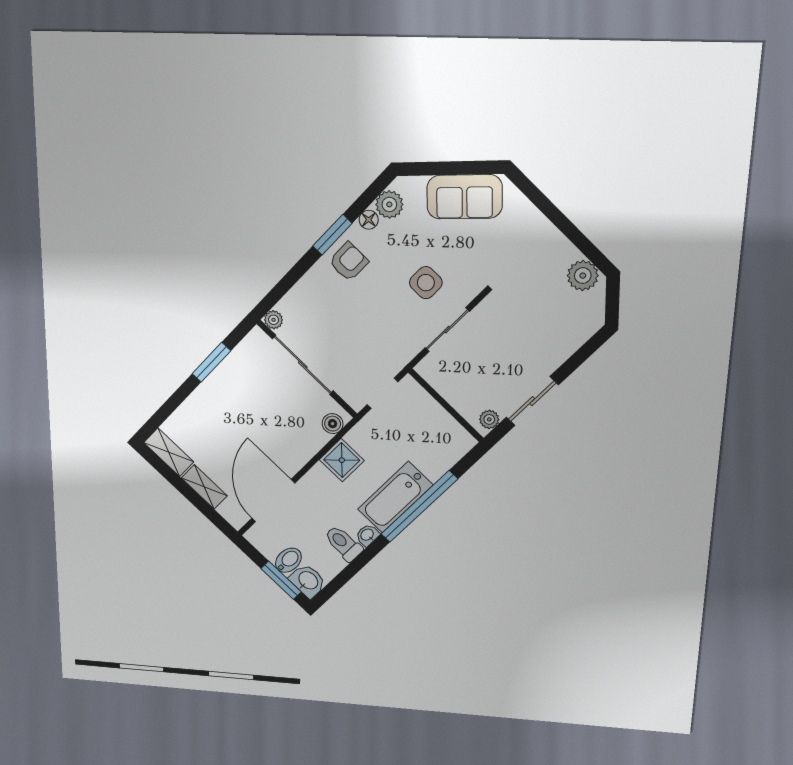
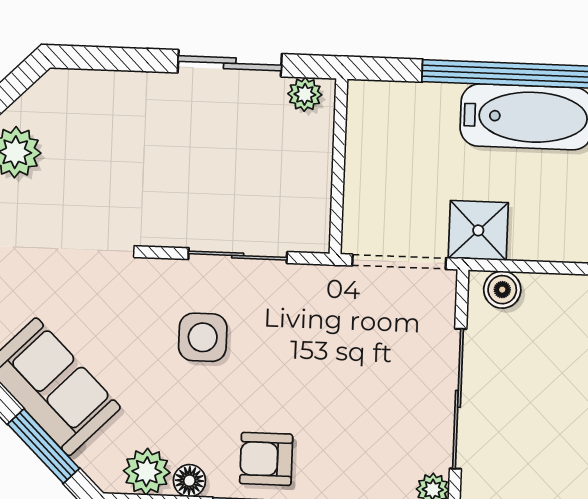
window: (442, 168) -> (44, 446), added
doorway: (382, 393) -> (399, 262), width x1.38
shower: (342, 460) -> (478, 230), moved

